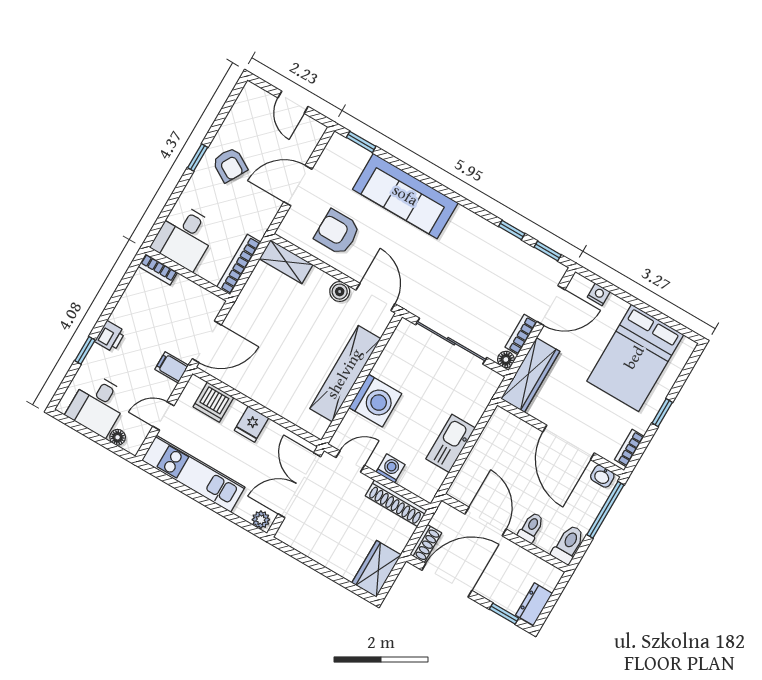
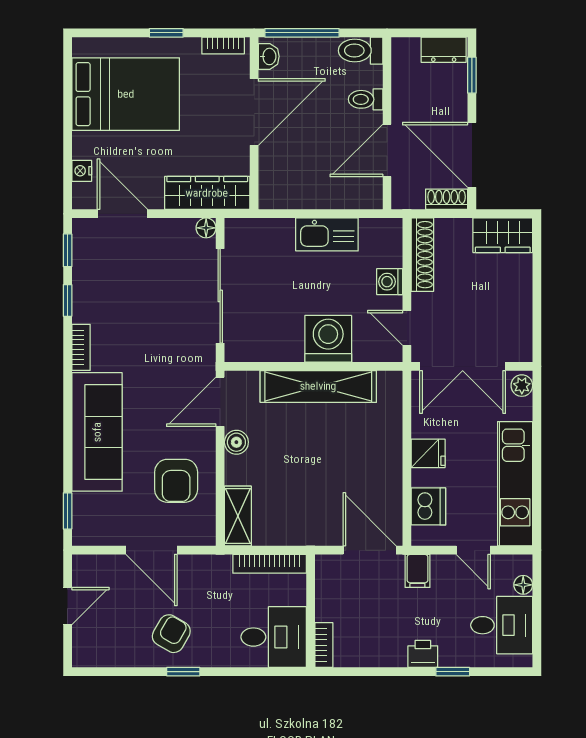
bookcase: (521, 335) -> (81, 347), moved, turned -90

